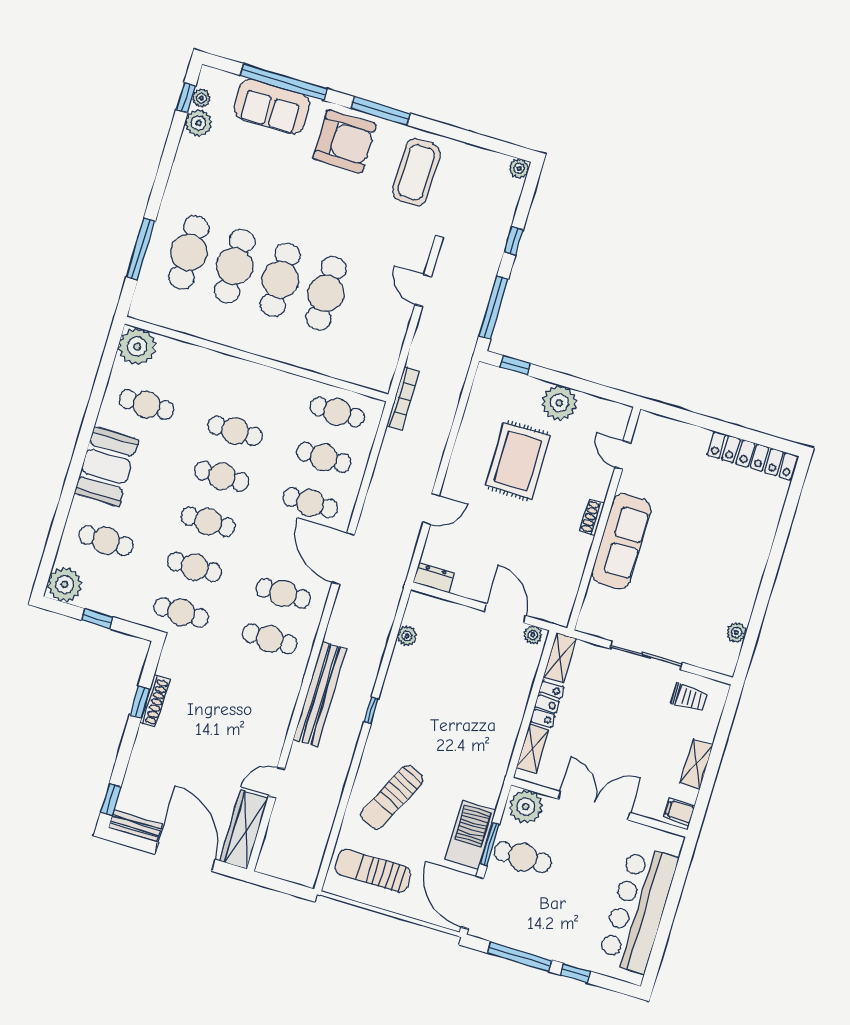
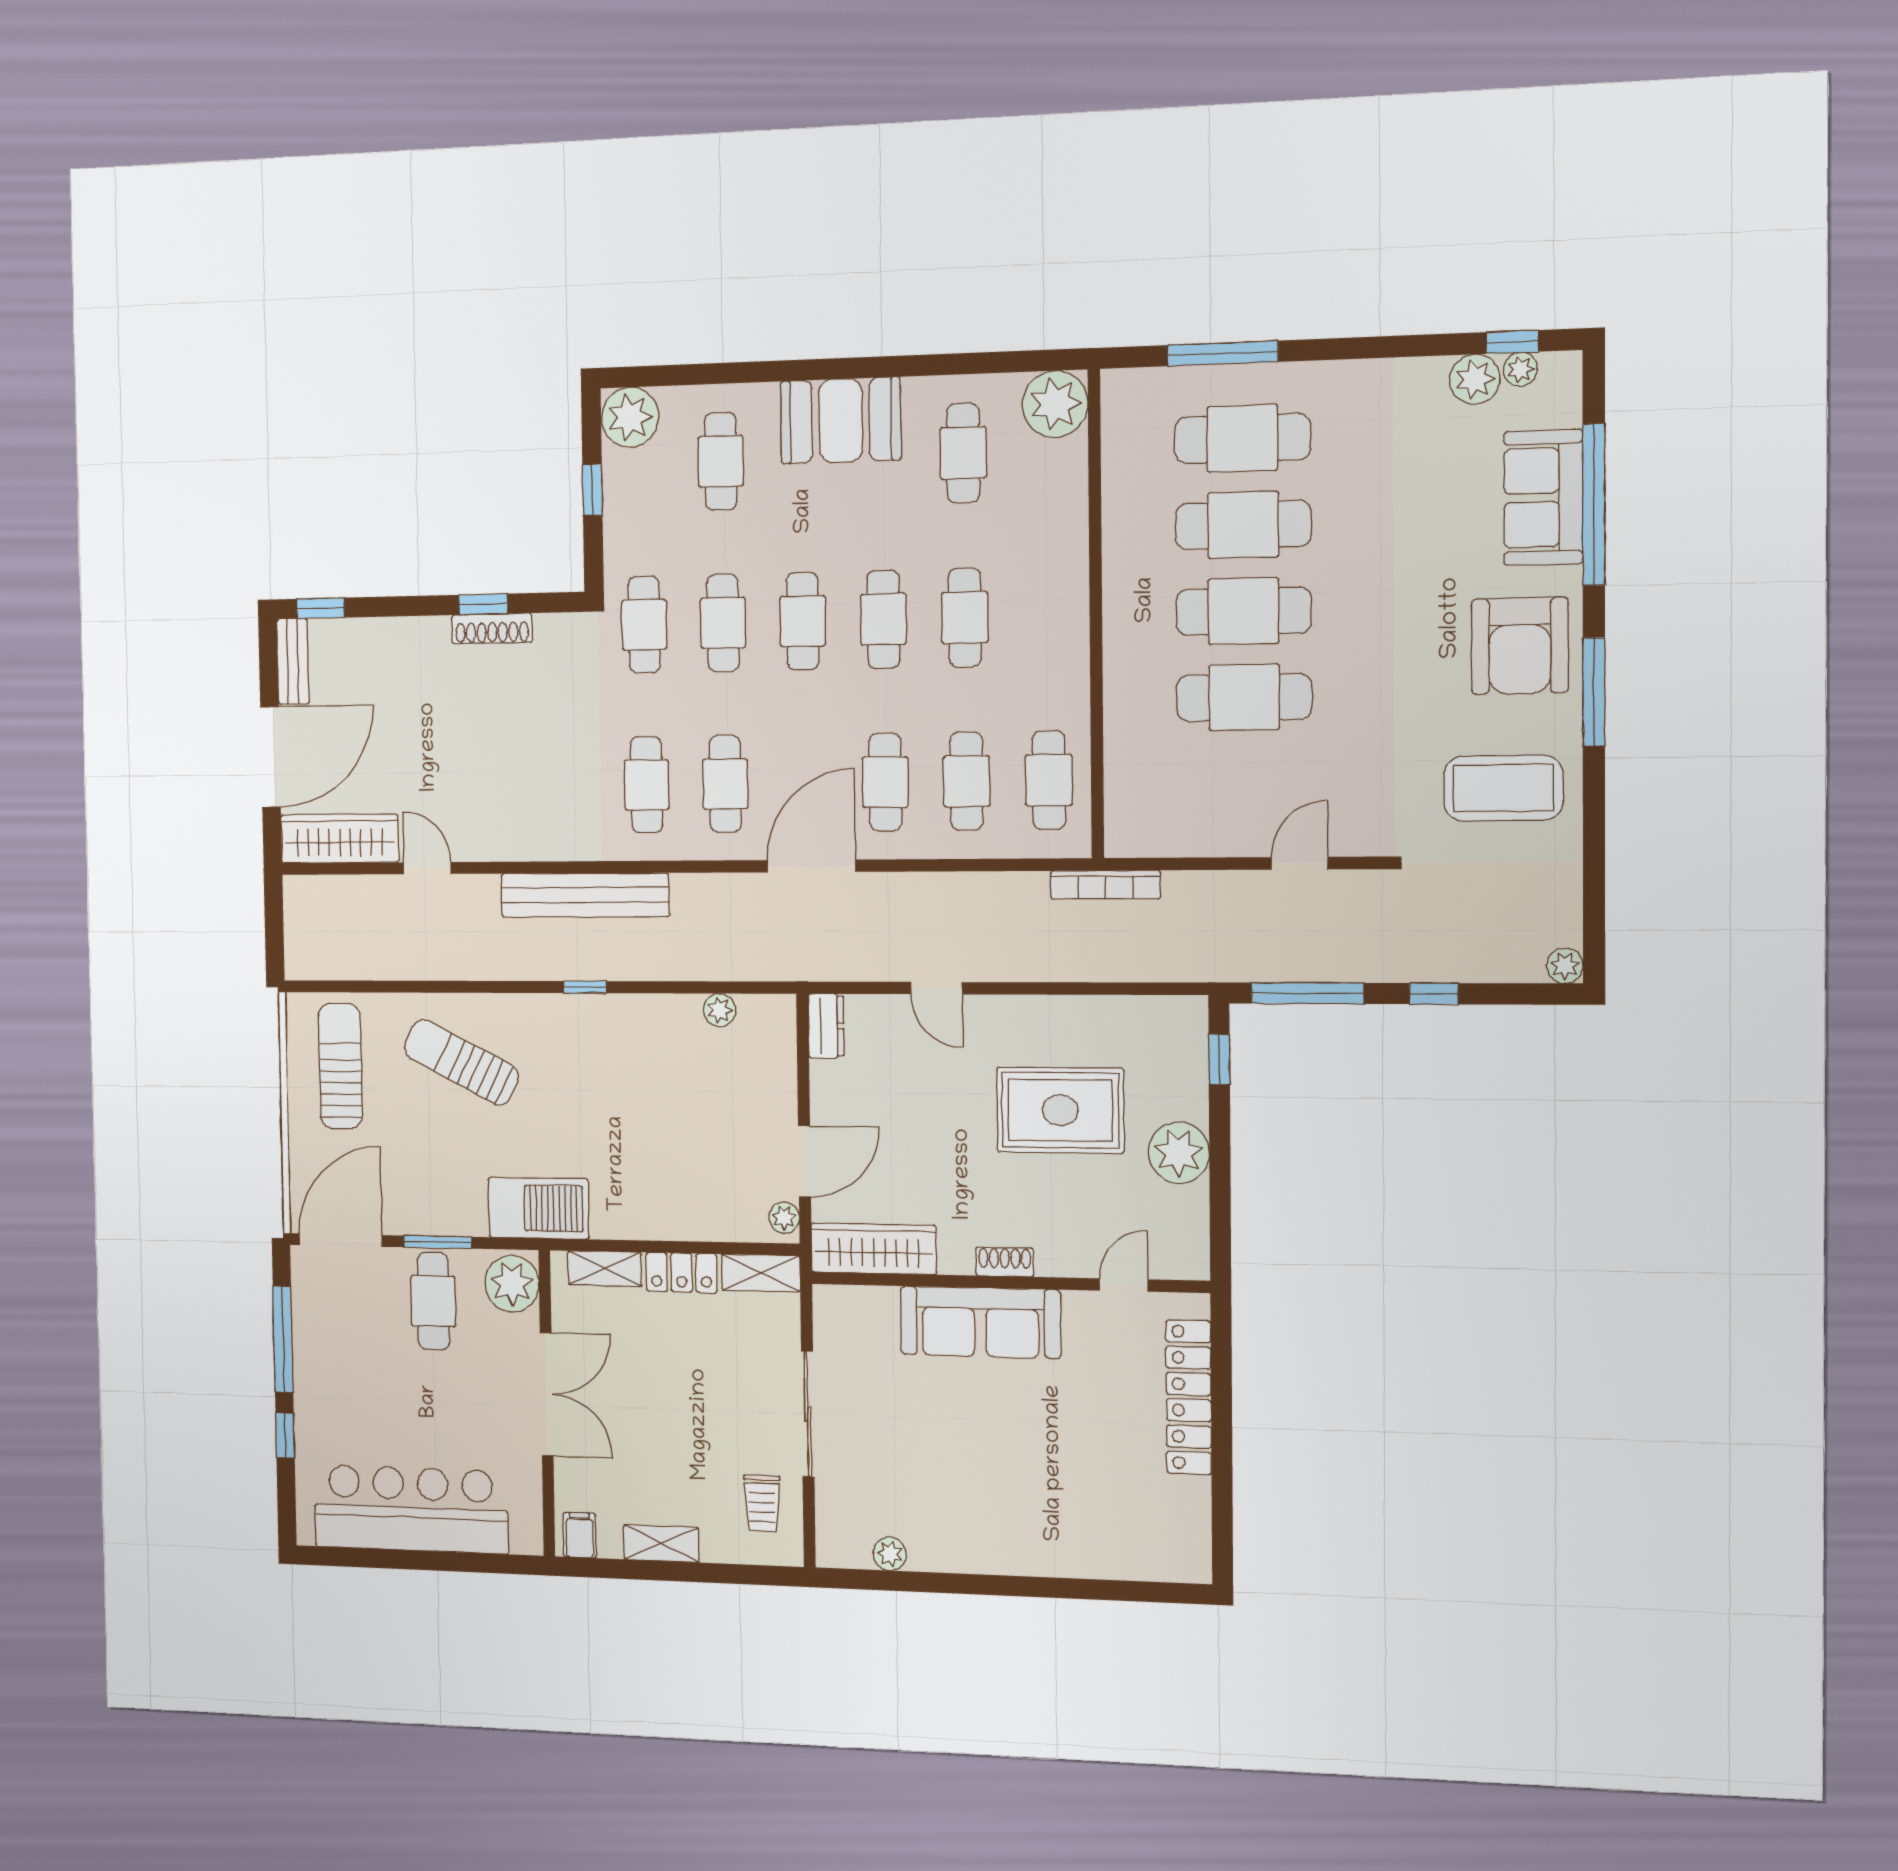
locker: (752, 456) -> (1189, 1397), moved
wardrobe: (564, 589) -> (874, 1249), added
barbecue: (470, 835) -> (539, 1208), moved

